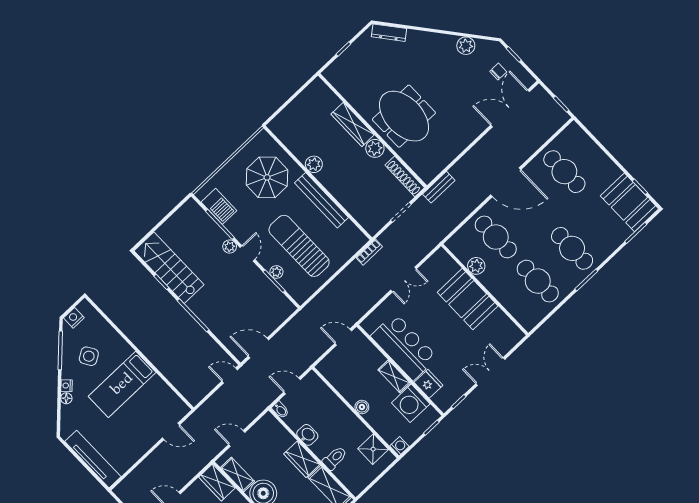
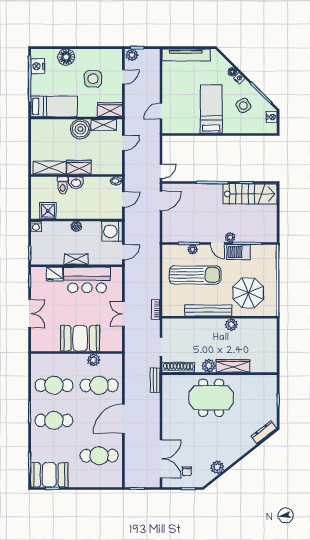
barbecue: (219, 206) -> (239, 252), moved
washing machine: (411, 403) -> (112, 231), moved, turned -90
washbasin: (307, 435) -> (76, 183), moved

